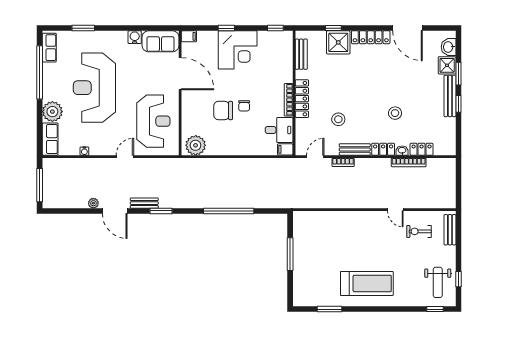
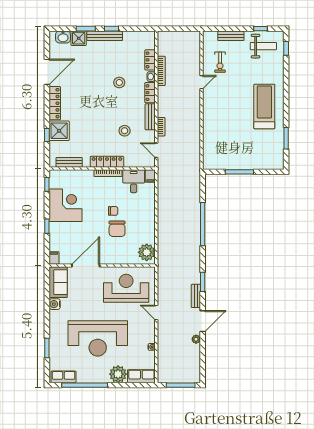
corner desk: (238, 50) -> (66, 205), moved
bench: (450, 230) -> (231, 36), moved

